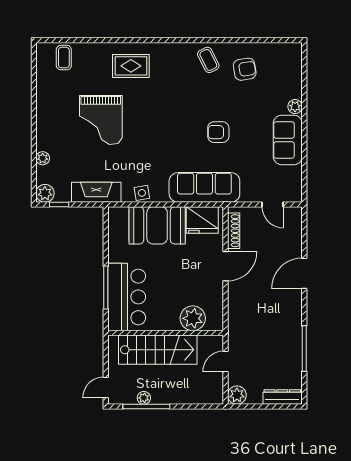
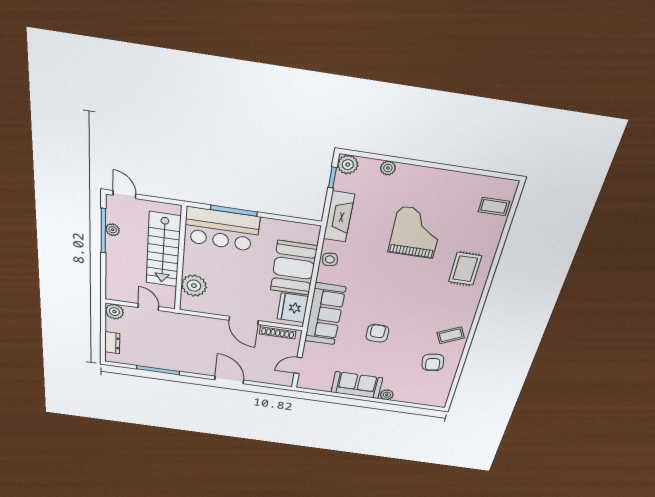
grand piano: (101, 120) -> (416, 233), turned 90
dresser: (282, 397) -> (112, 343), width x0.70

